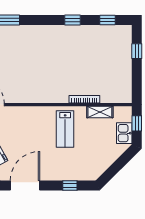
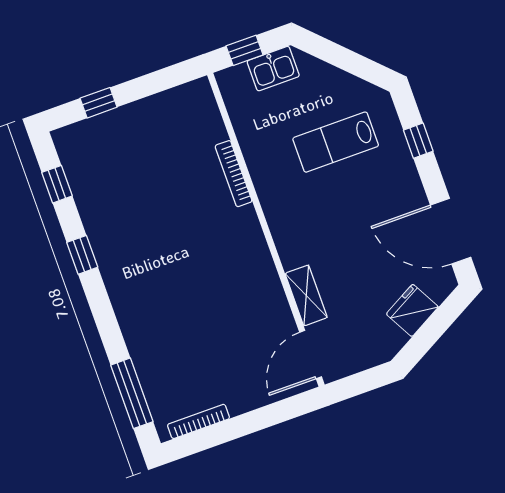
shelving: (100, 112) -> (306, 295), moved
lab bench: (65, 129) -> (336, 142), moved, turned 180

